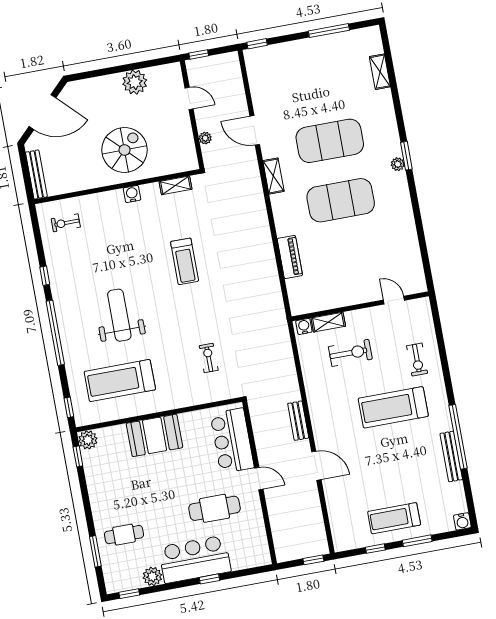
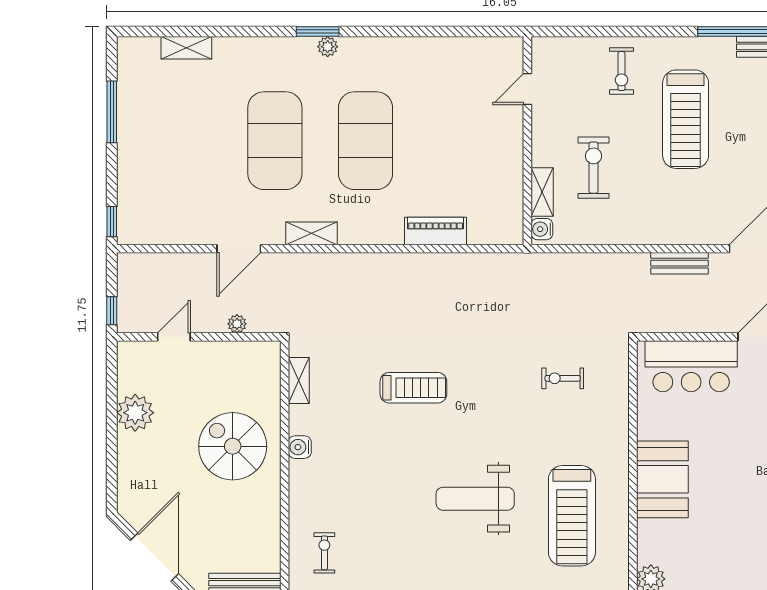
exercise bike: (66, 223) -> (324, 553), turned 180
exercise bike: (417, 360) -> (622, 71), turned 90

